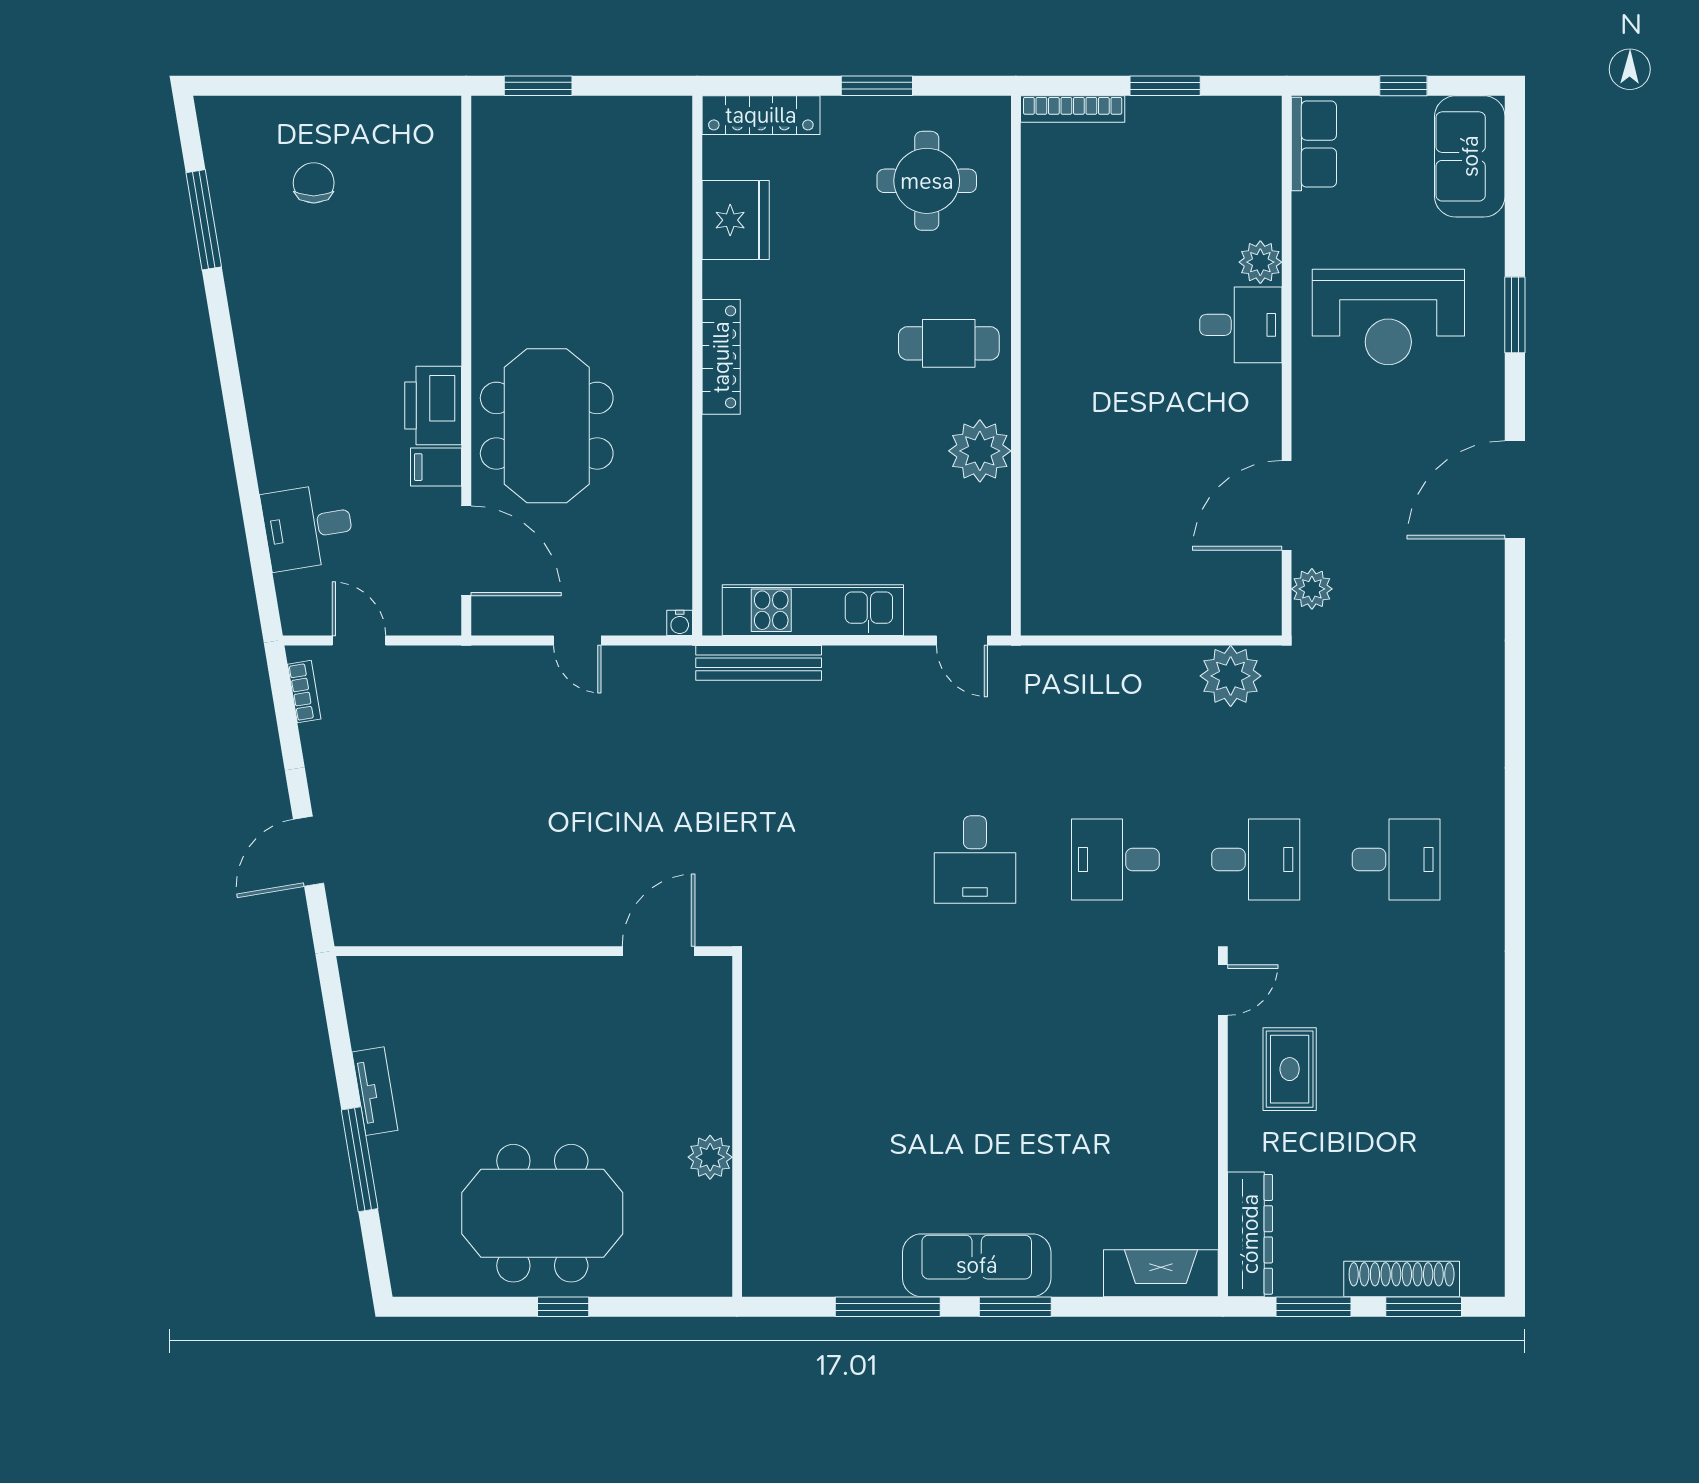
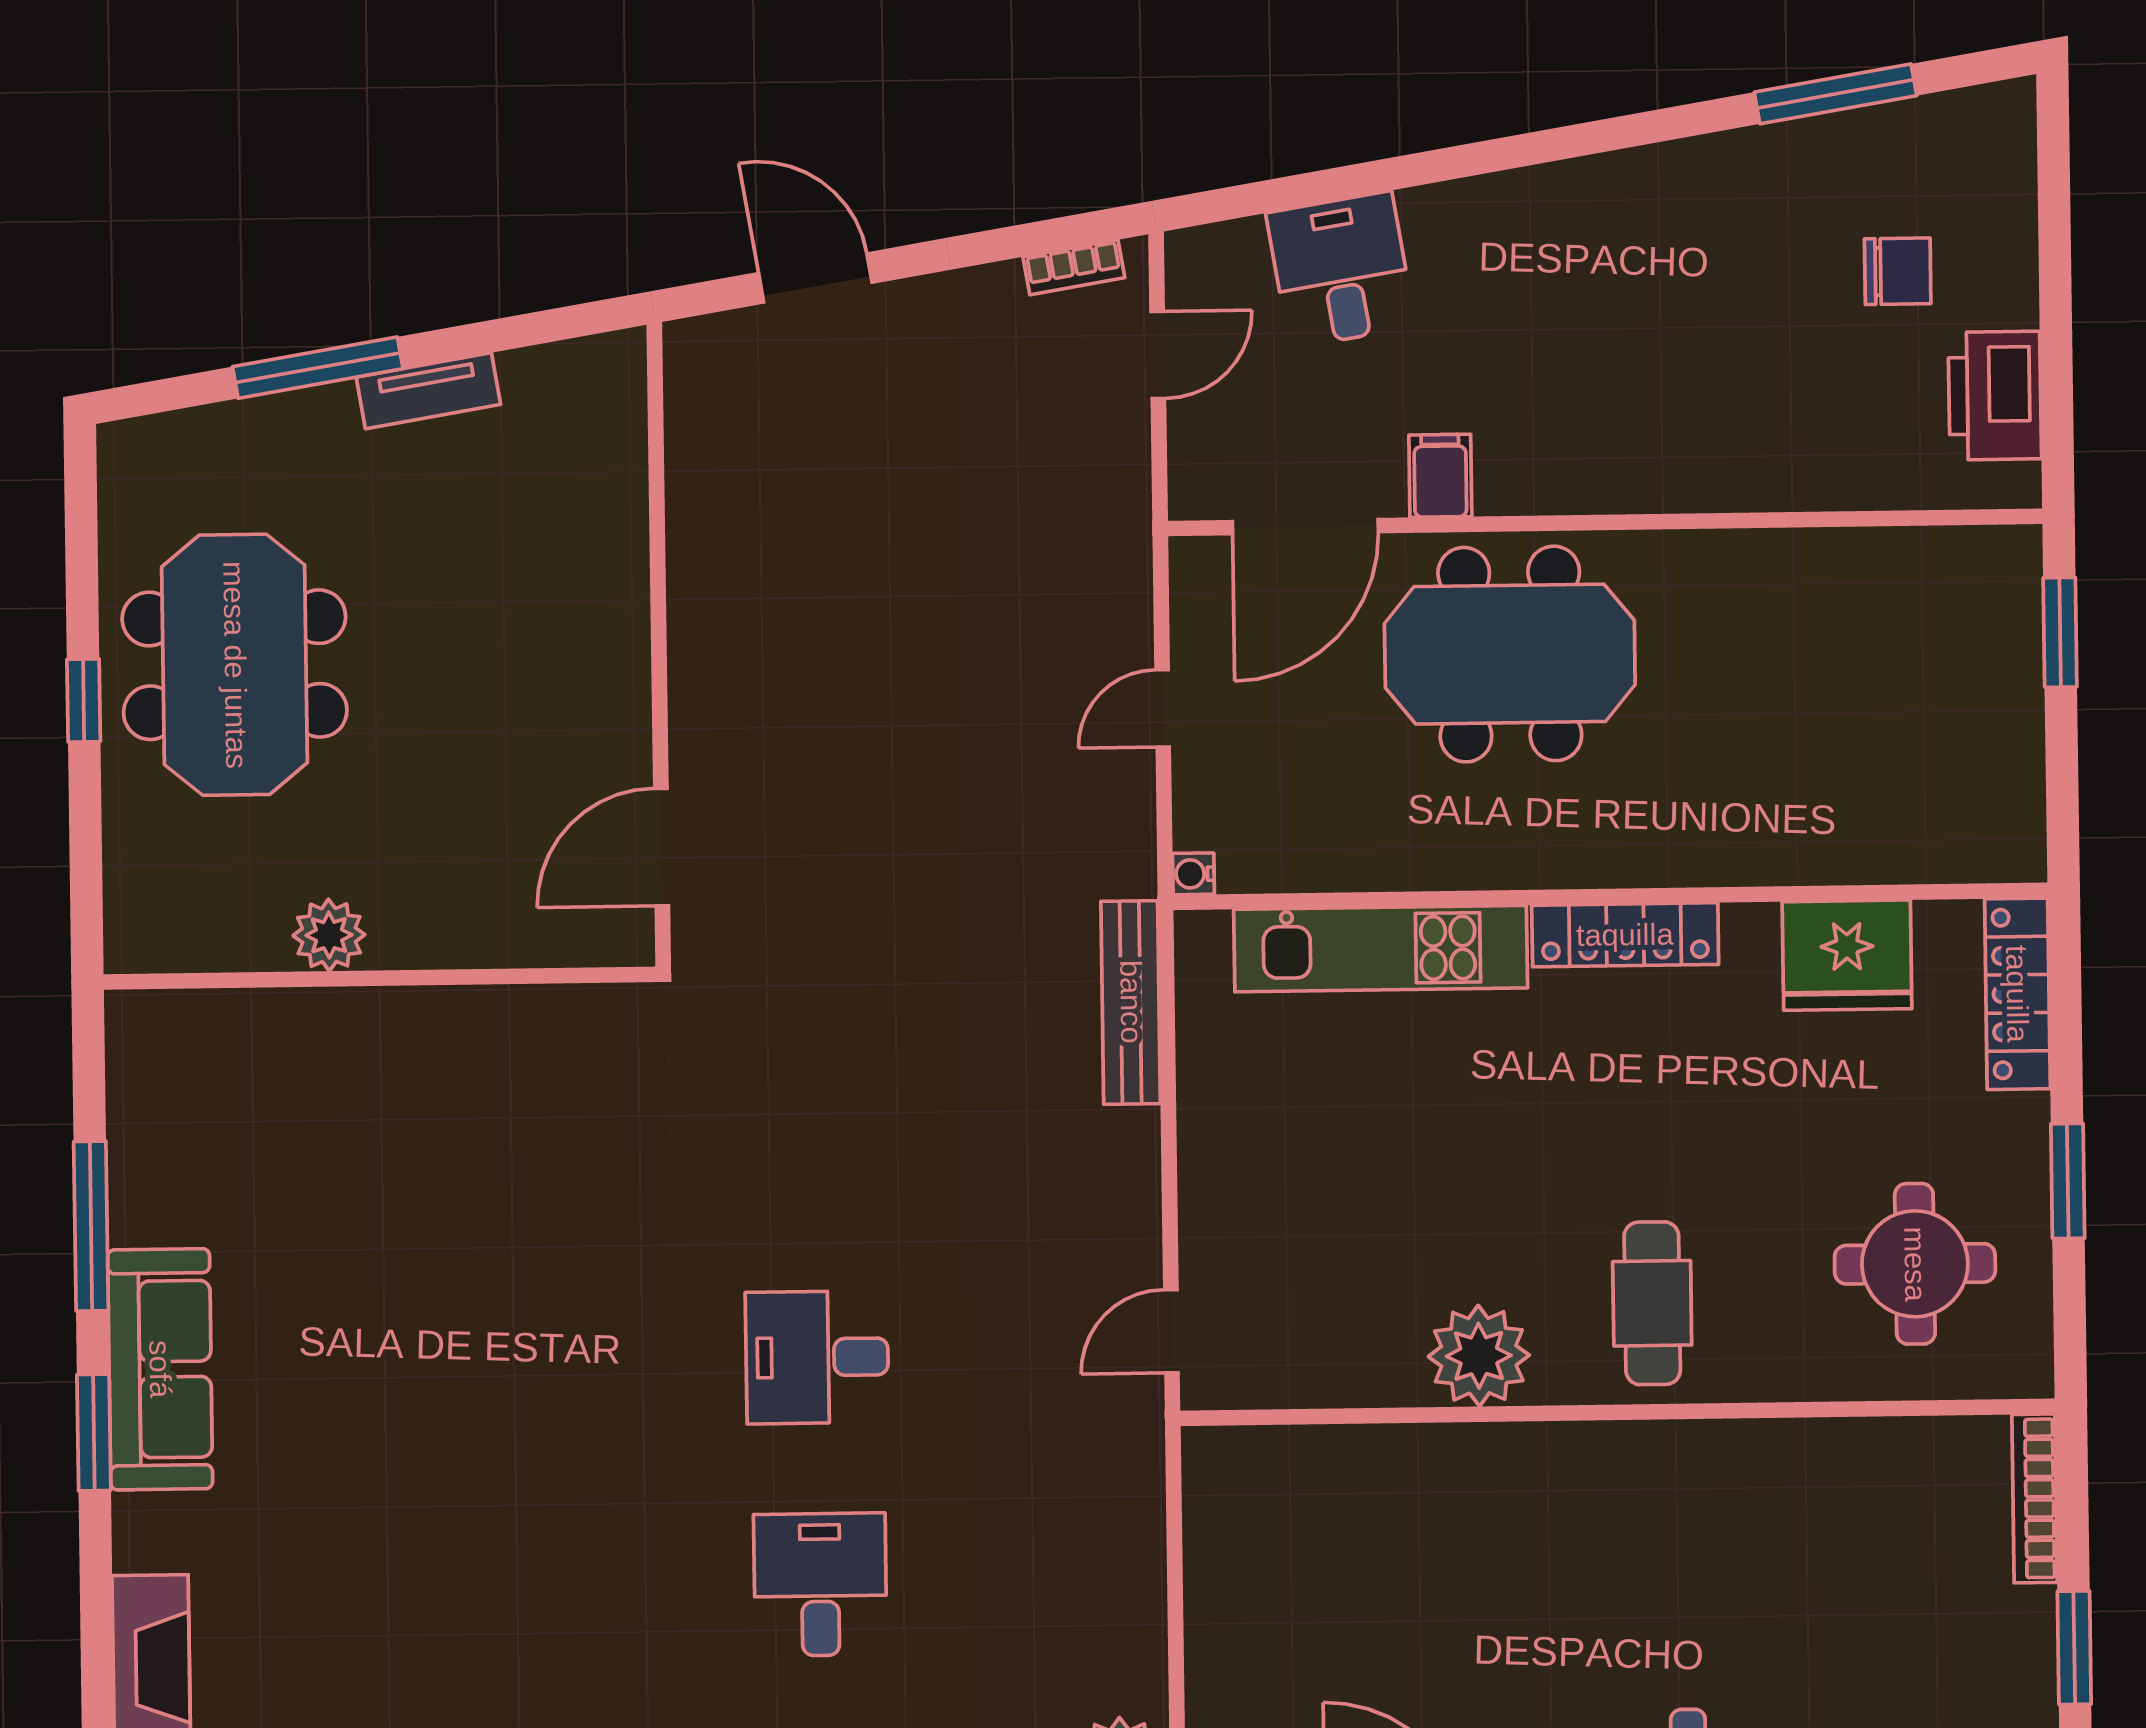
printer: (433, 405) -> (1995, 396), moved, turned -90
kitchen unit: (813, 610) -> (1381, 949), moved, turned 90
door: (659, 951) -> (662, 847), swing flipped

